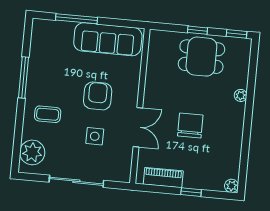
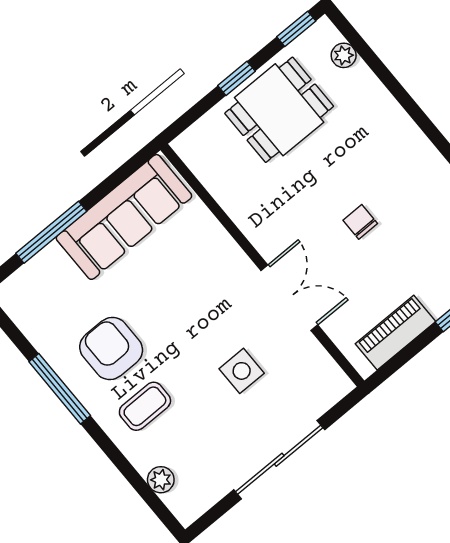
plant: (241, 95) -> (344, 55), moved
armchair: (98, 96) -> (111, 349), moved
chair: (190, 126) -> (360, 222), width x0.54, depth x0.54
plant: (32, 152) -> (161, 480), width x0.53, depth x0.53

